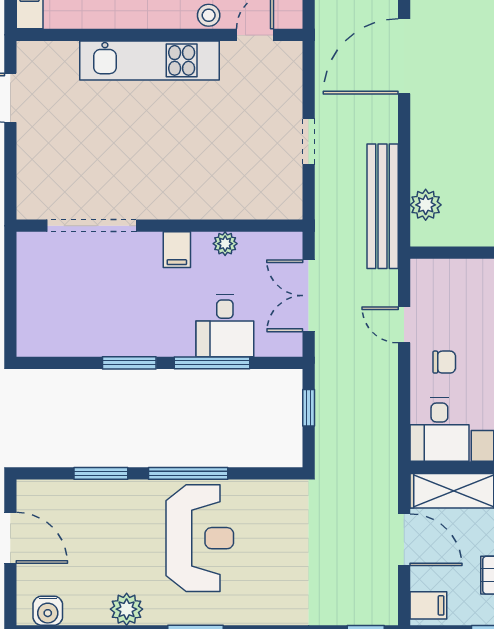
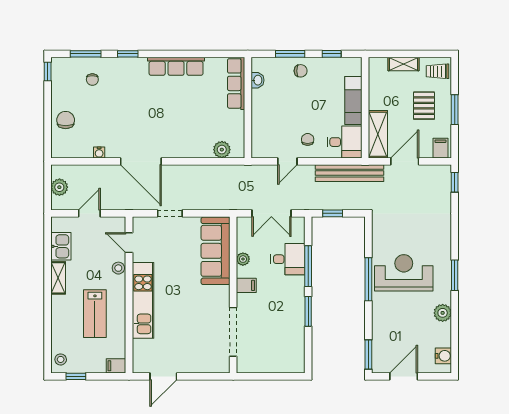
doorway: (309, 141) -> (170, 213), moved
sofa: (240, 193) -> (216, 251), added
bench: (383, 206) -> (350, 173), moved
window: (101, 473) -> (368, 355), moved

